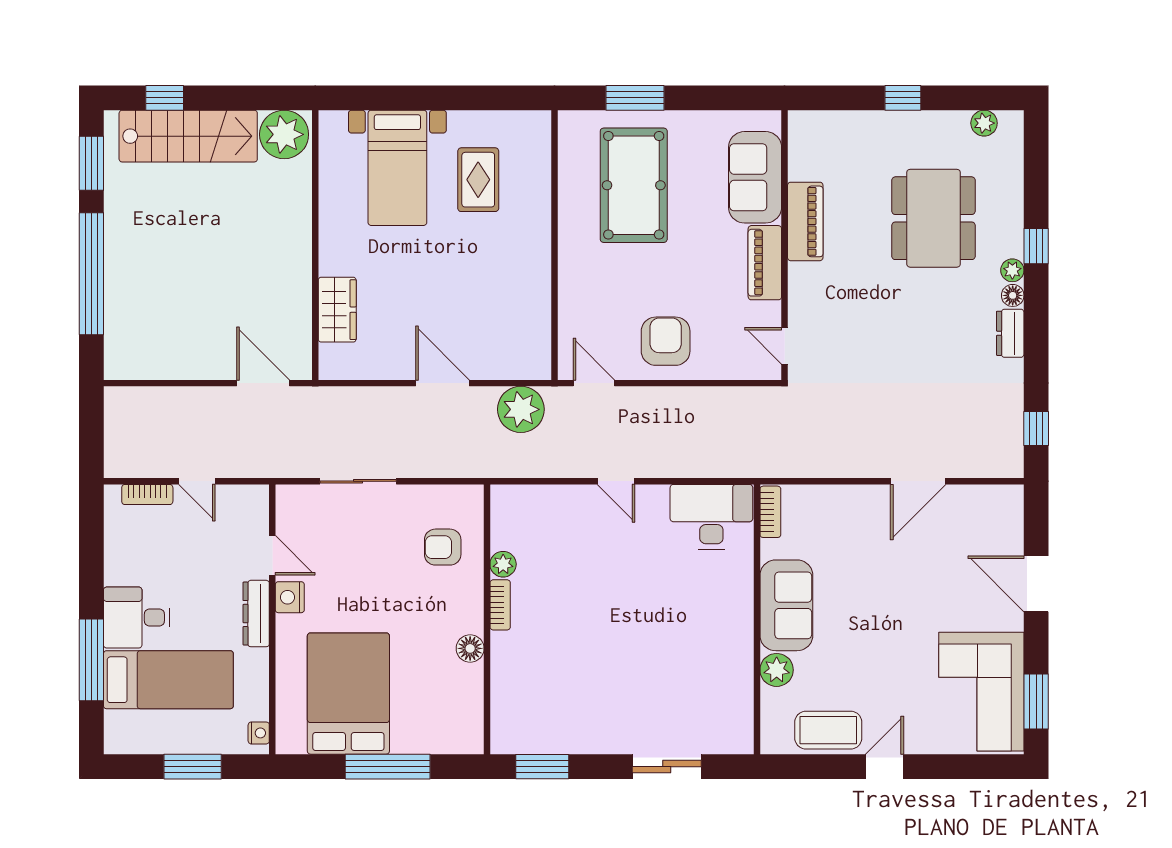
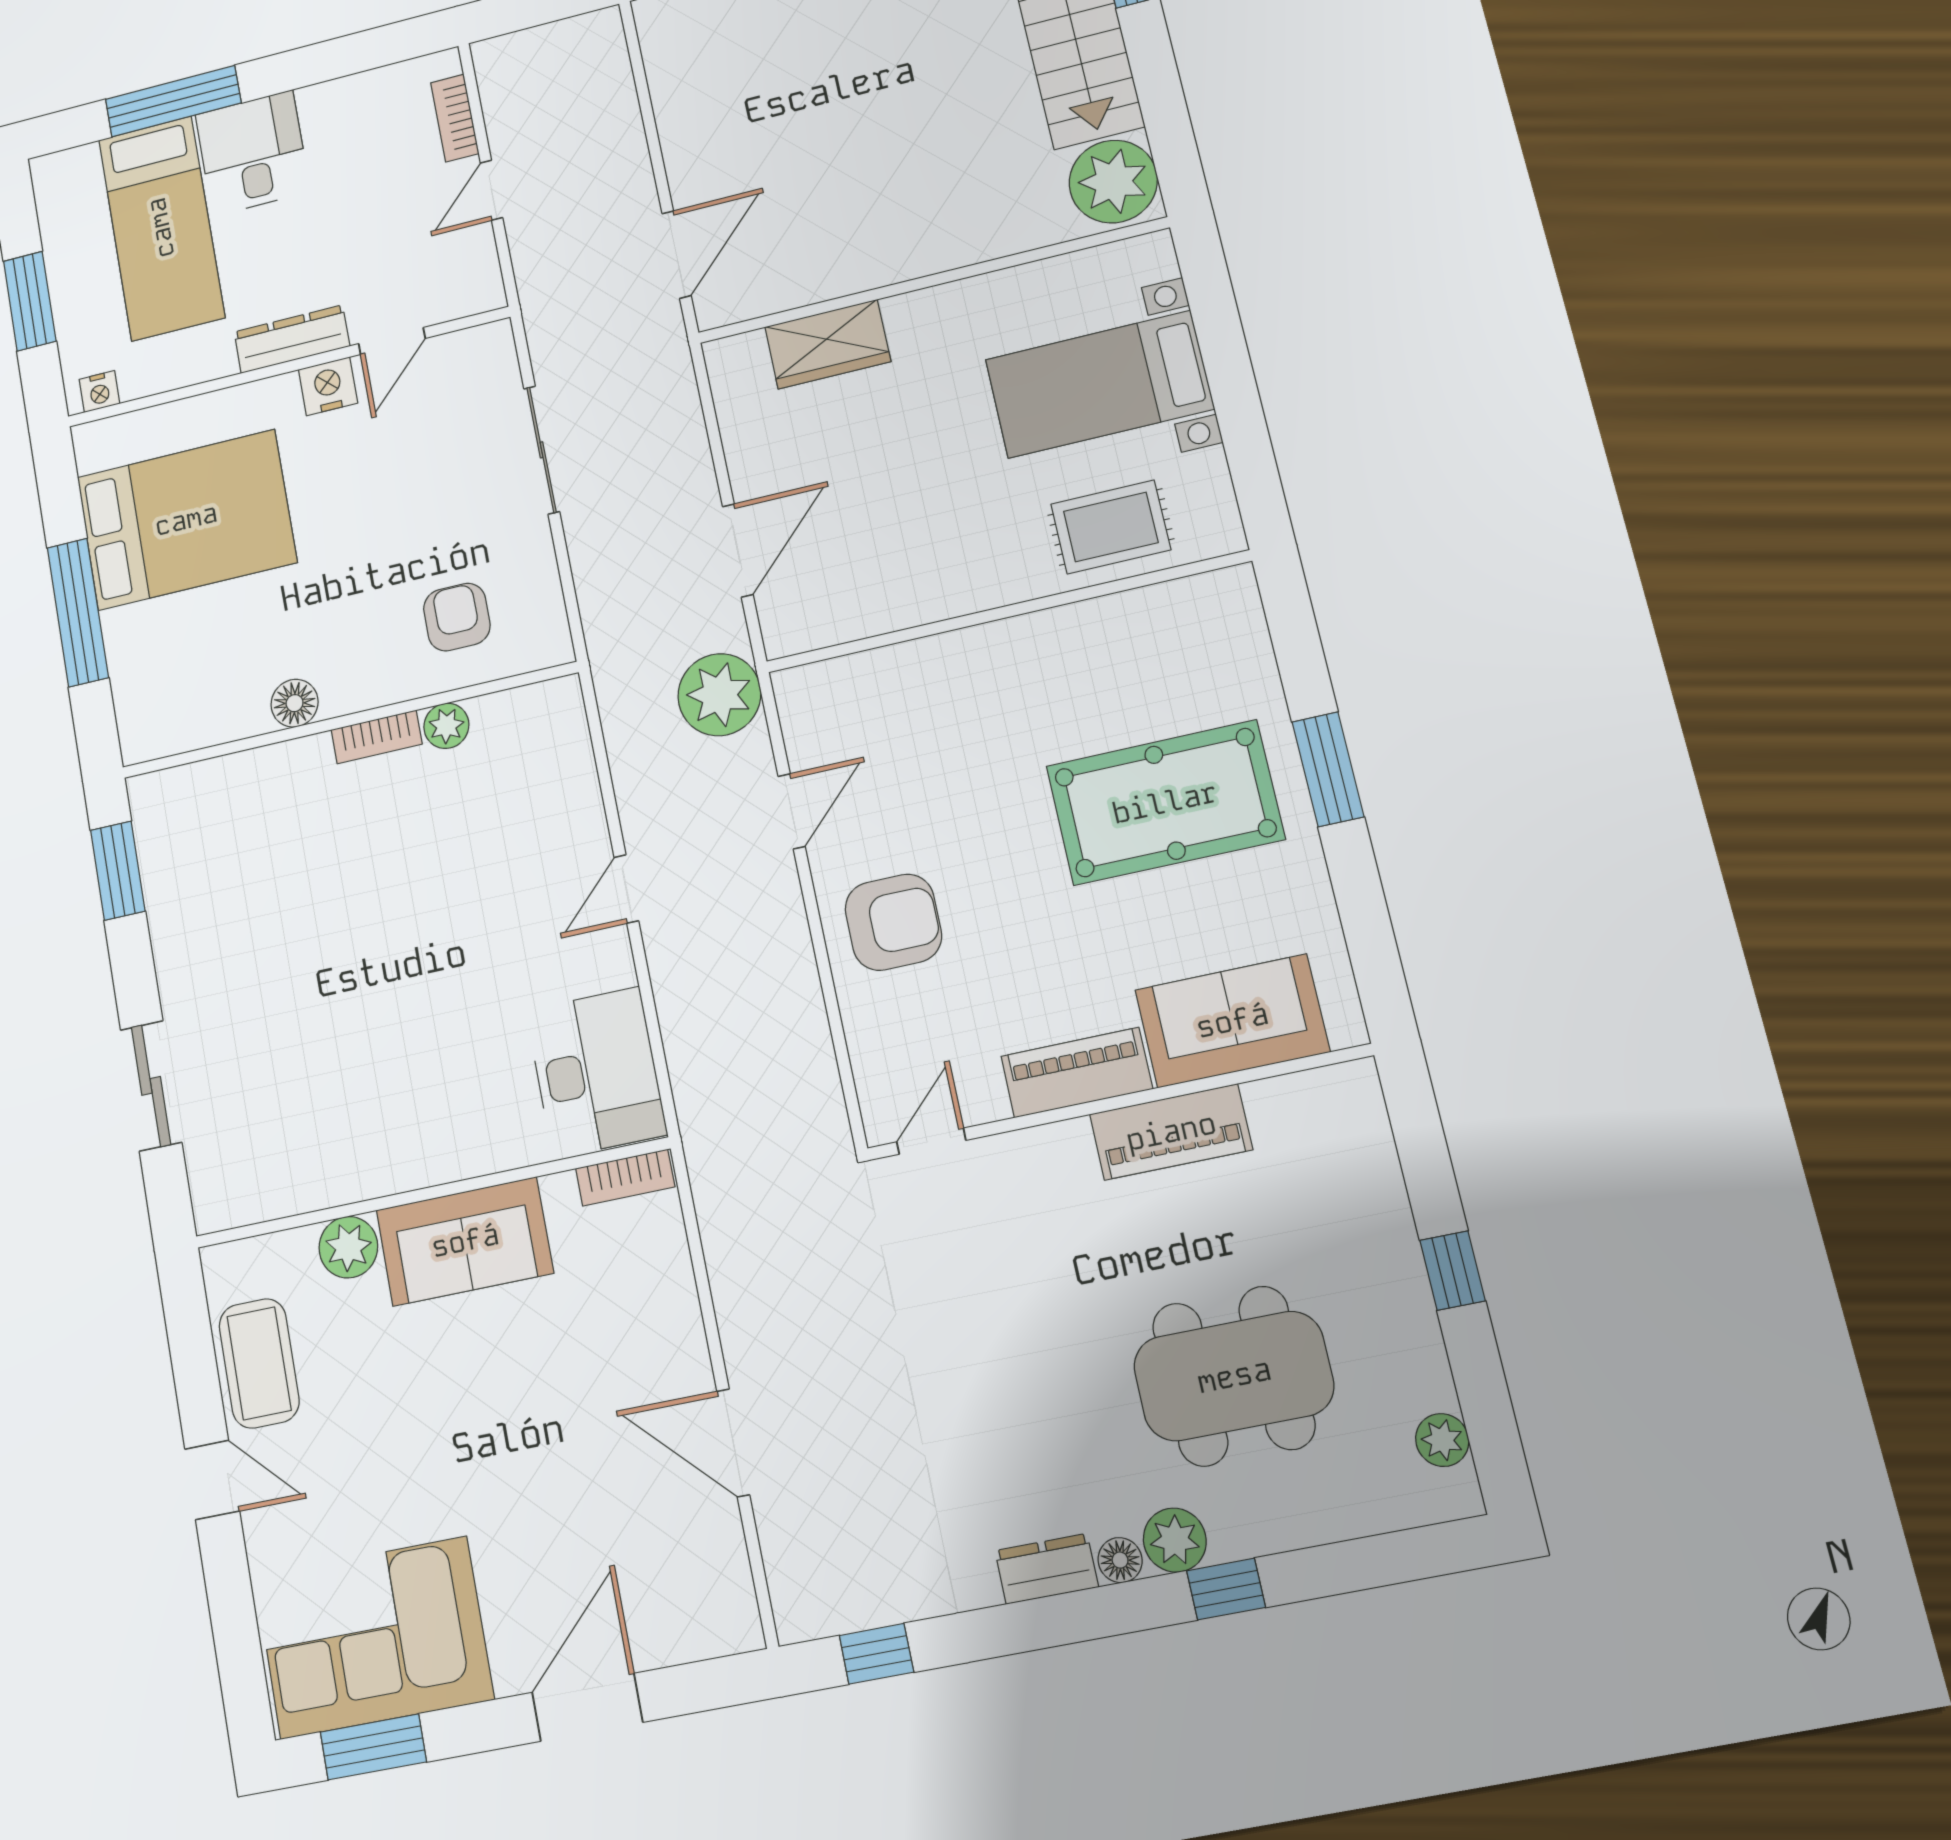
wall: (554, 245) -> (1007, 612), moved
plant: (1012, 270) -> (1175, 1540), width x1.38, depth x1.38

